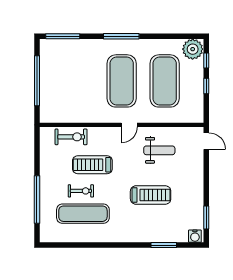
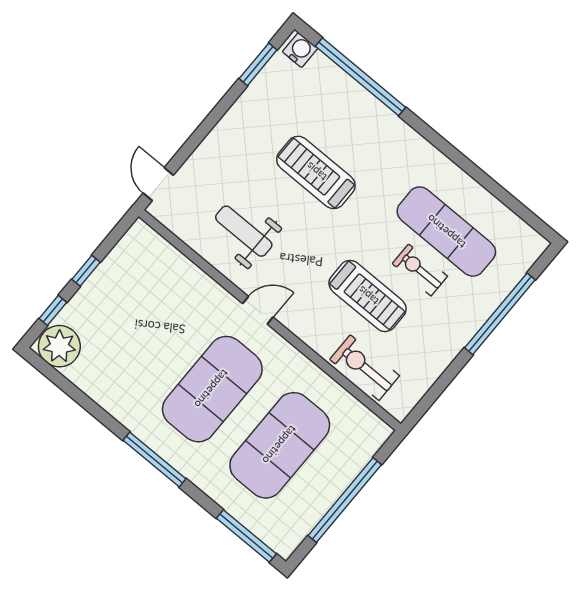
exercise mat: (165, 81) -> (280, 445), moved
window: (164, 245) -> (361, 77), width x2.11

